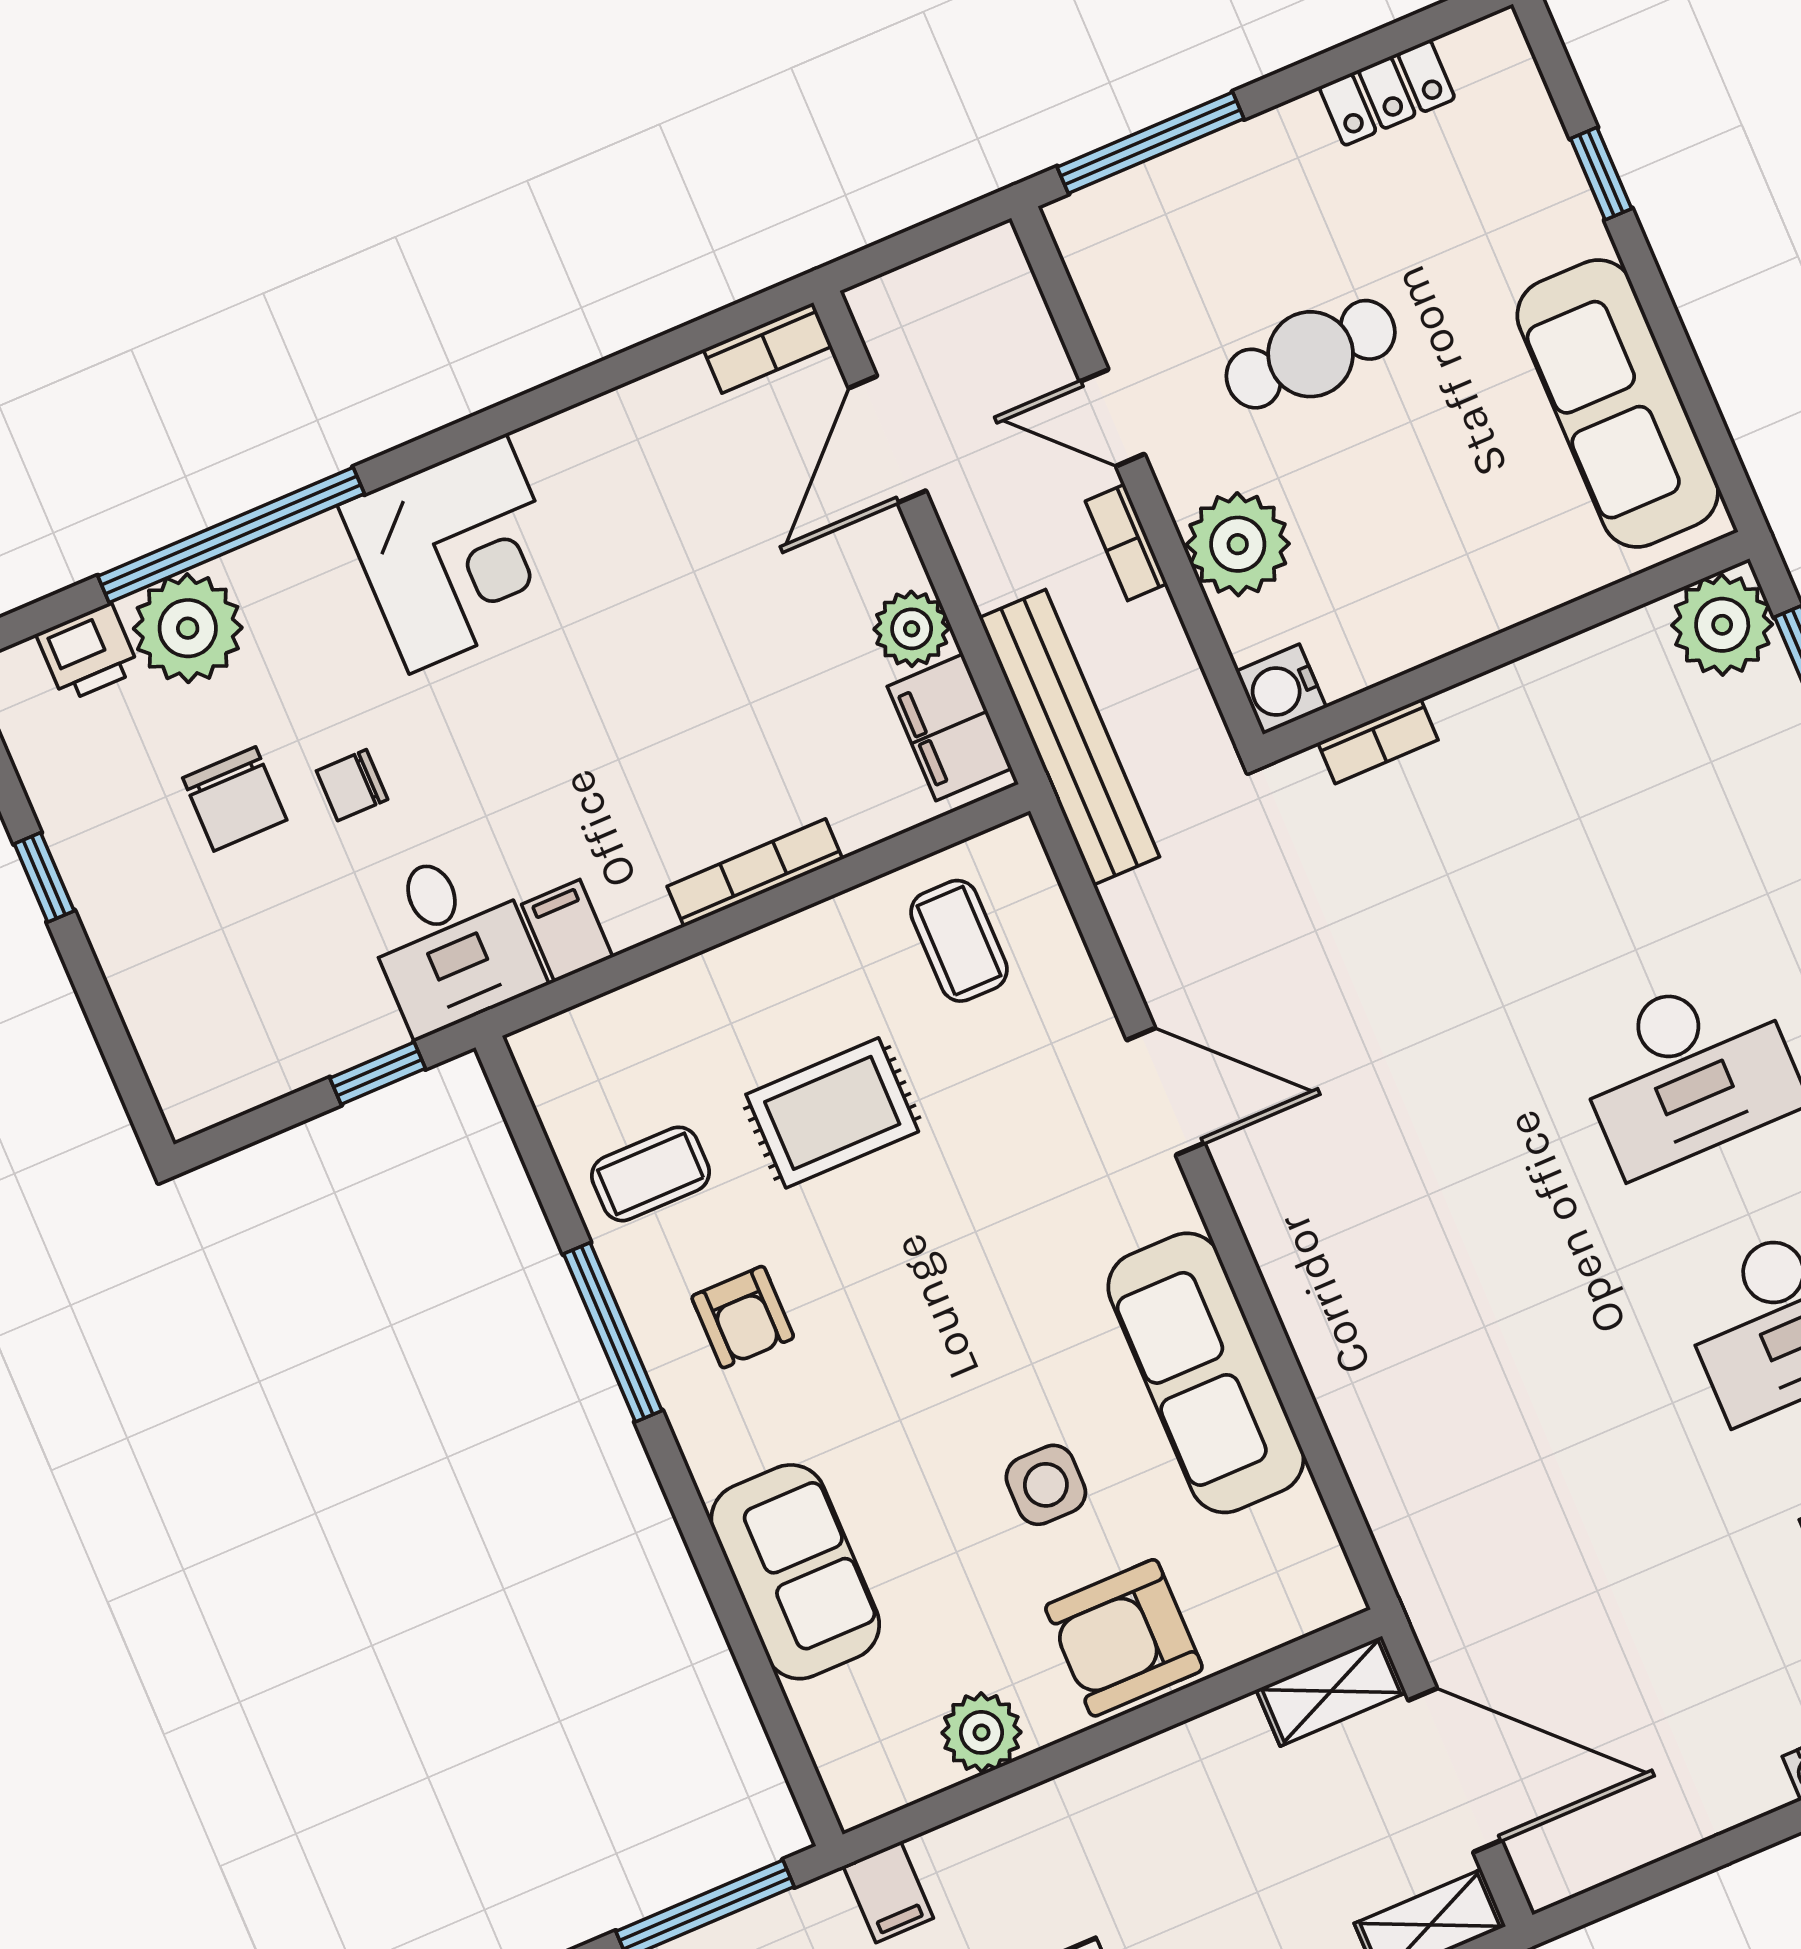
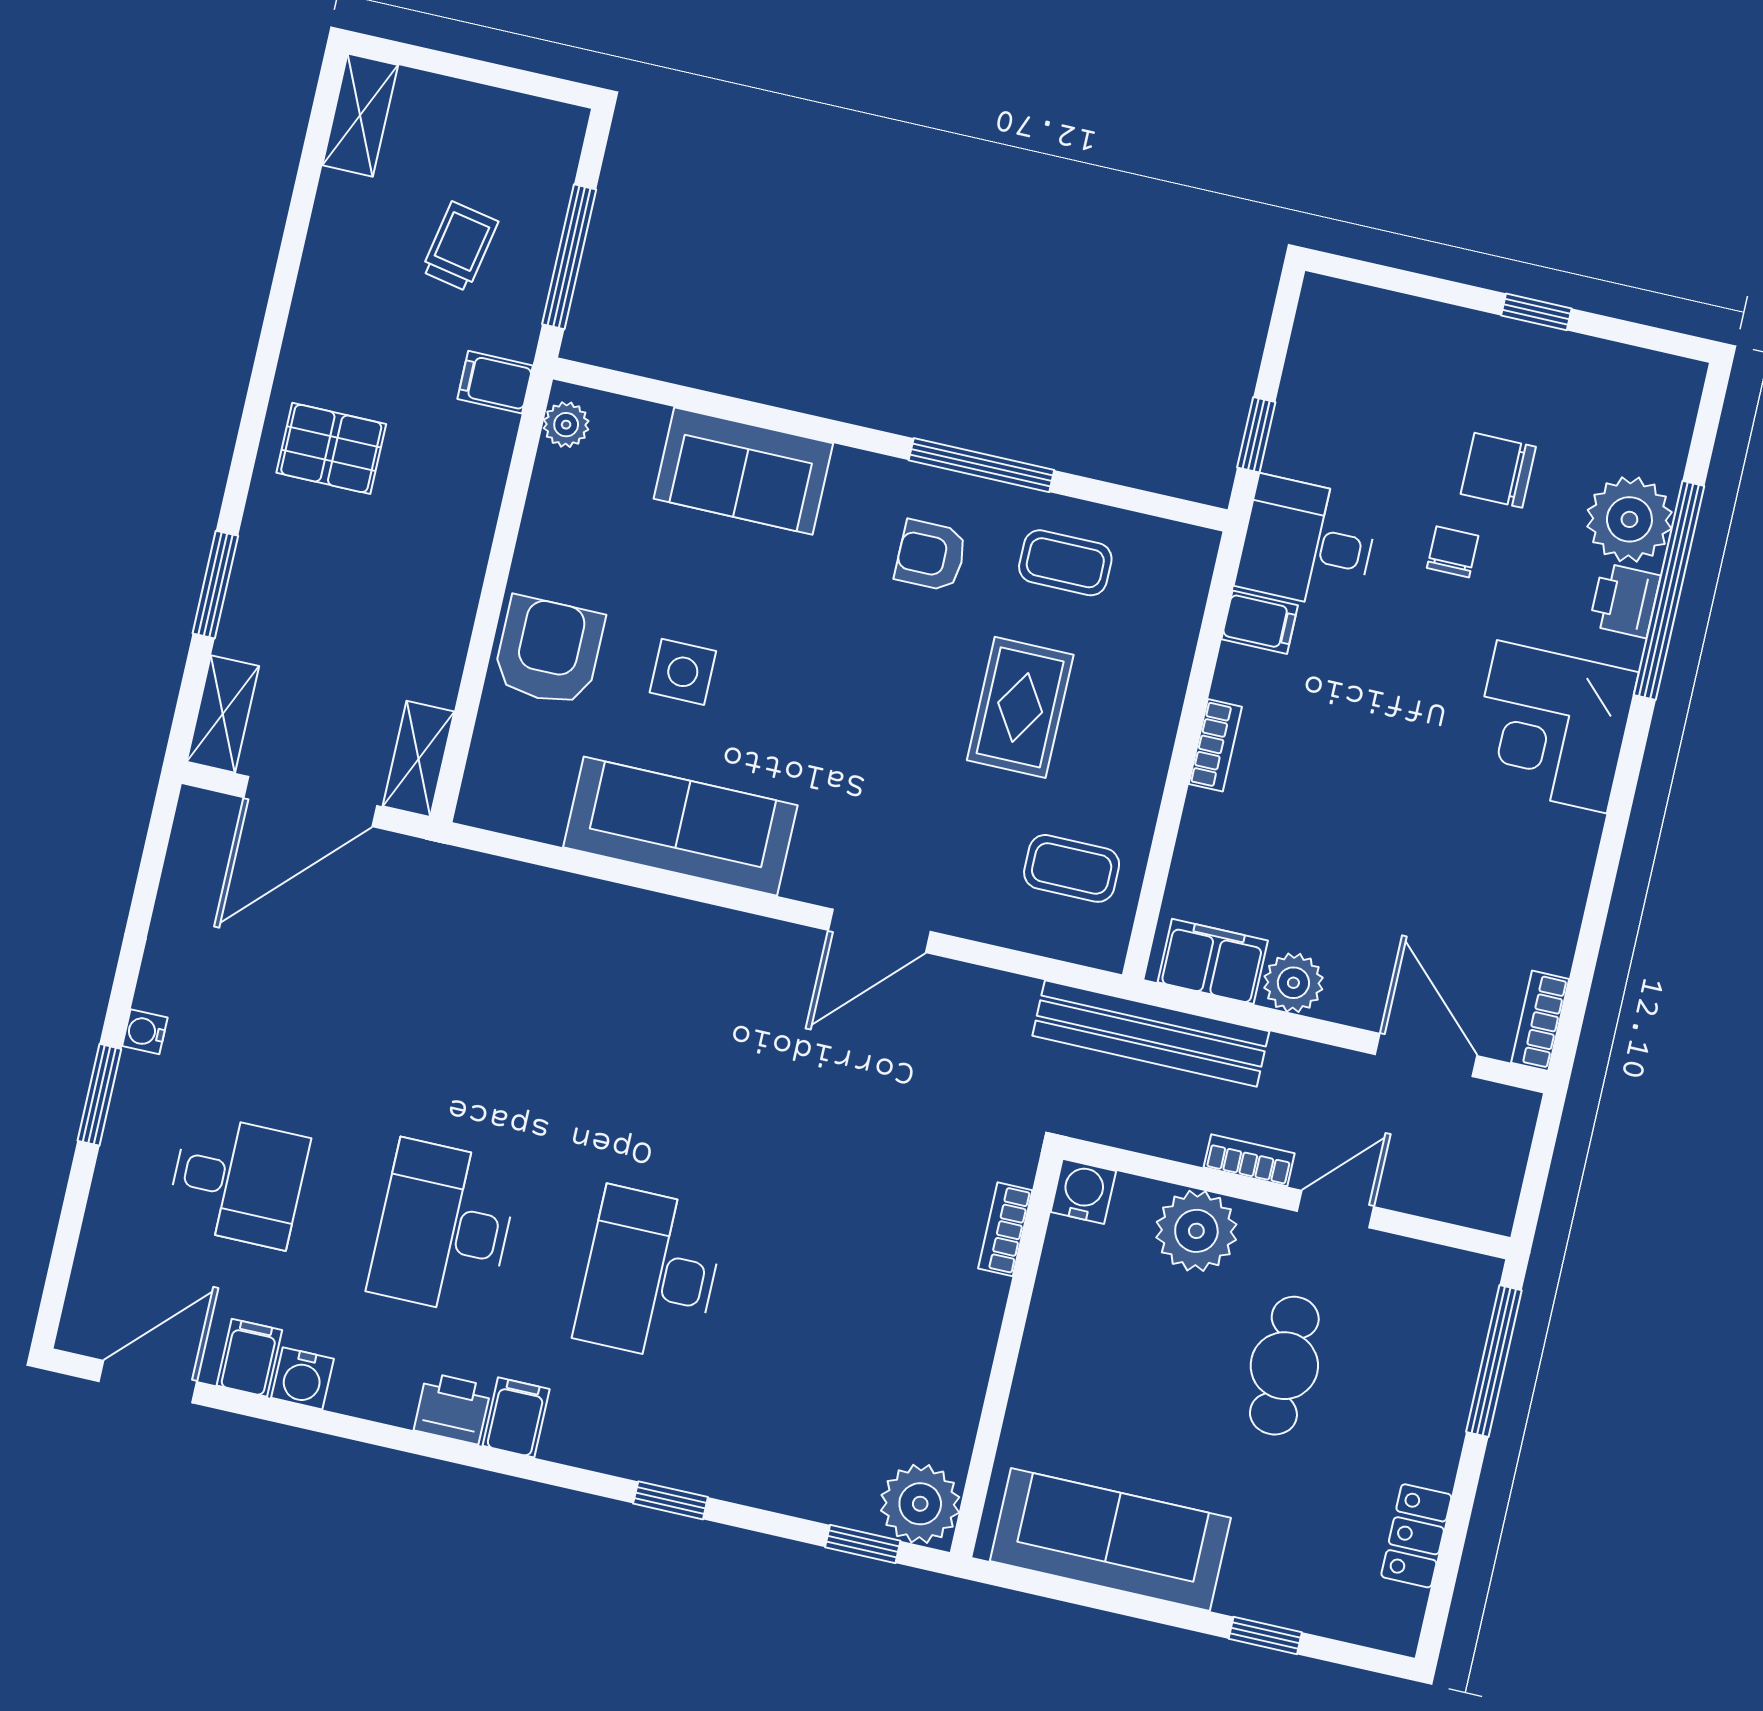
printer: (88, 652) -> (1625, 600), moved
bookcase: (755, 873) -> (1215, 745), width x0.64
coffee table: (651, 1174) -> (1065, 563), turned 90
plant: (981, 1732) -> (566, 425), moved, width x0.73, depth x0.73

